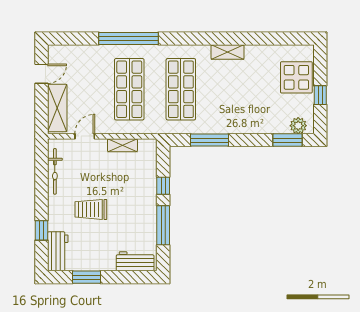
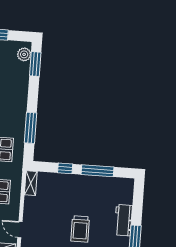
shelving: (122, 145) -> (31, 183), moved
workbench: (135, 261) -> (123, 220), moved

